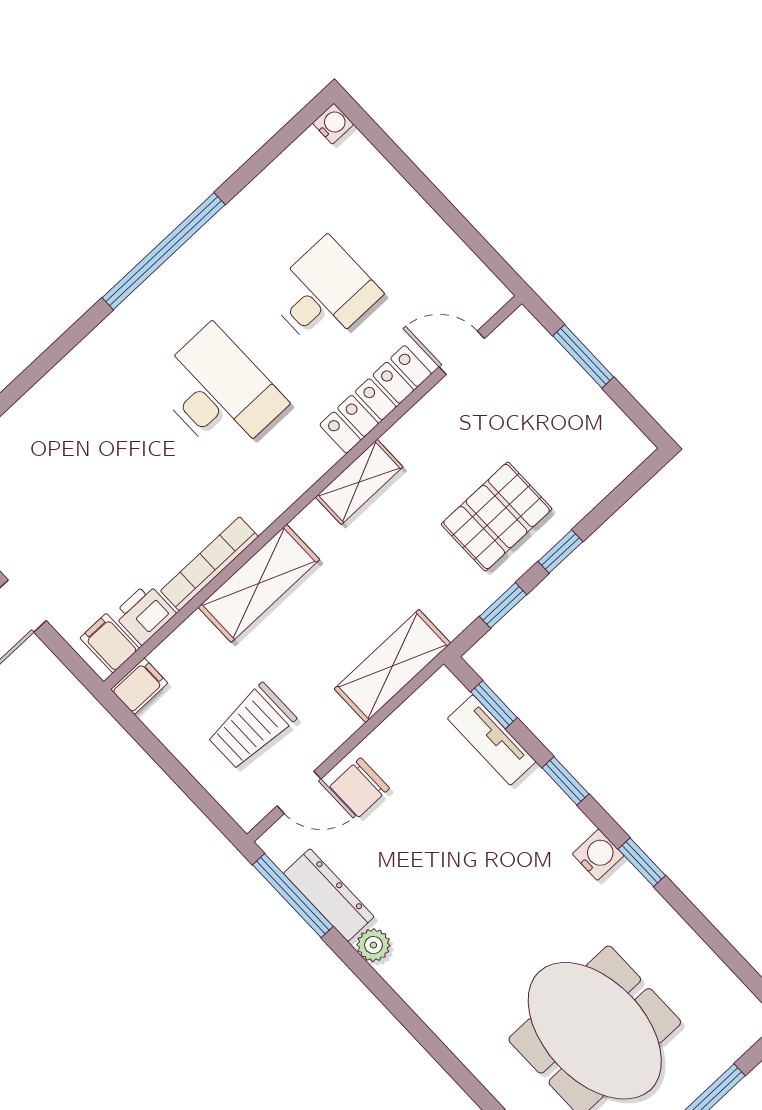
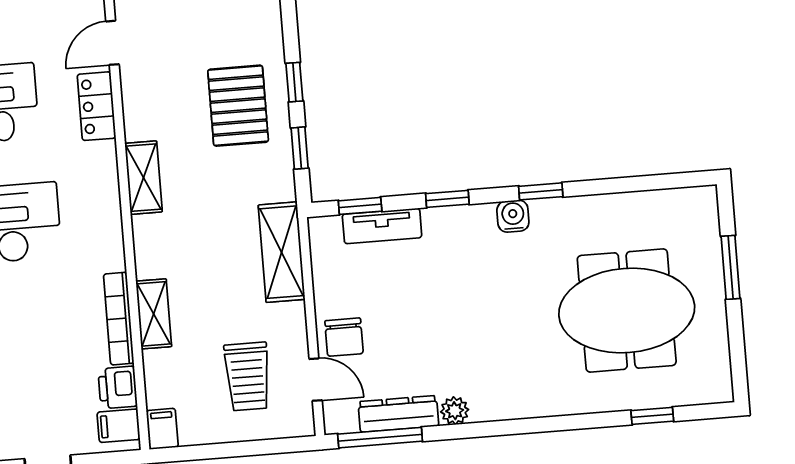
locker: (376, 399) -> (96, 106), width x0.66
shelving: (259, 583) -> (154, 314), width x0.67, depth x0.75
door: (299, 792) -> (316, 380), hinge flipped

